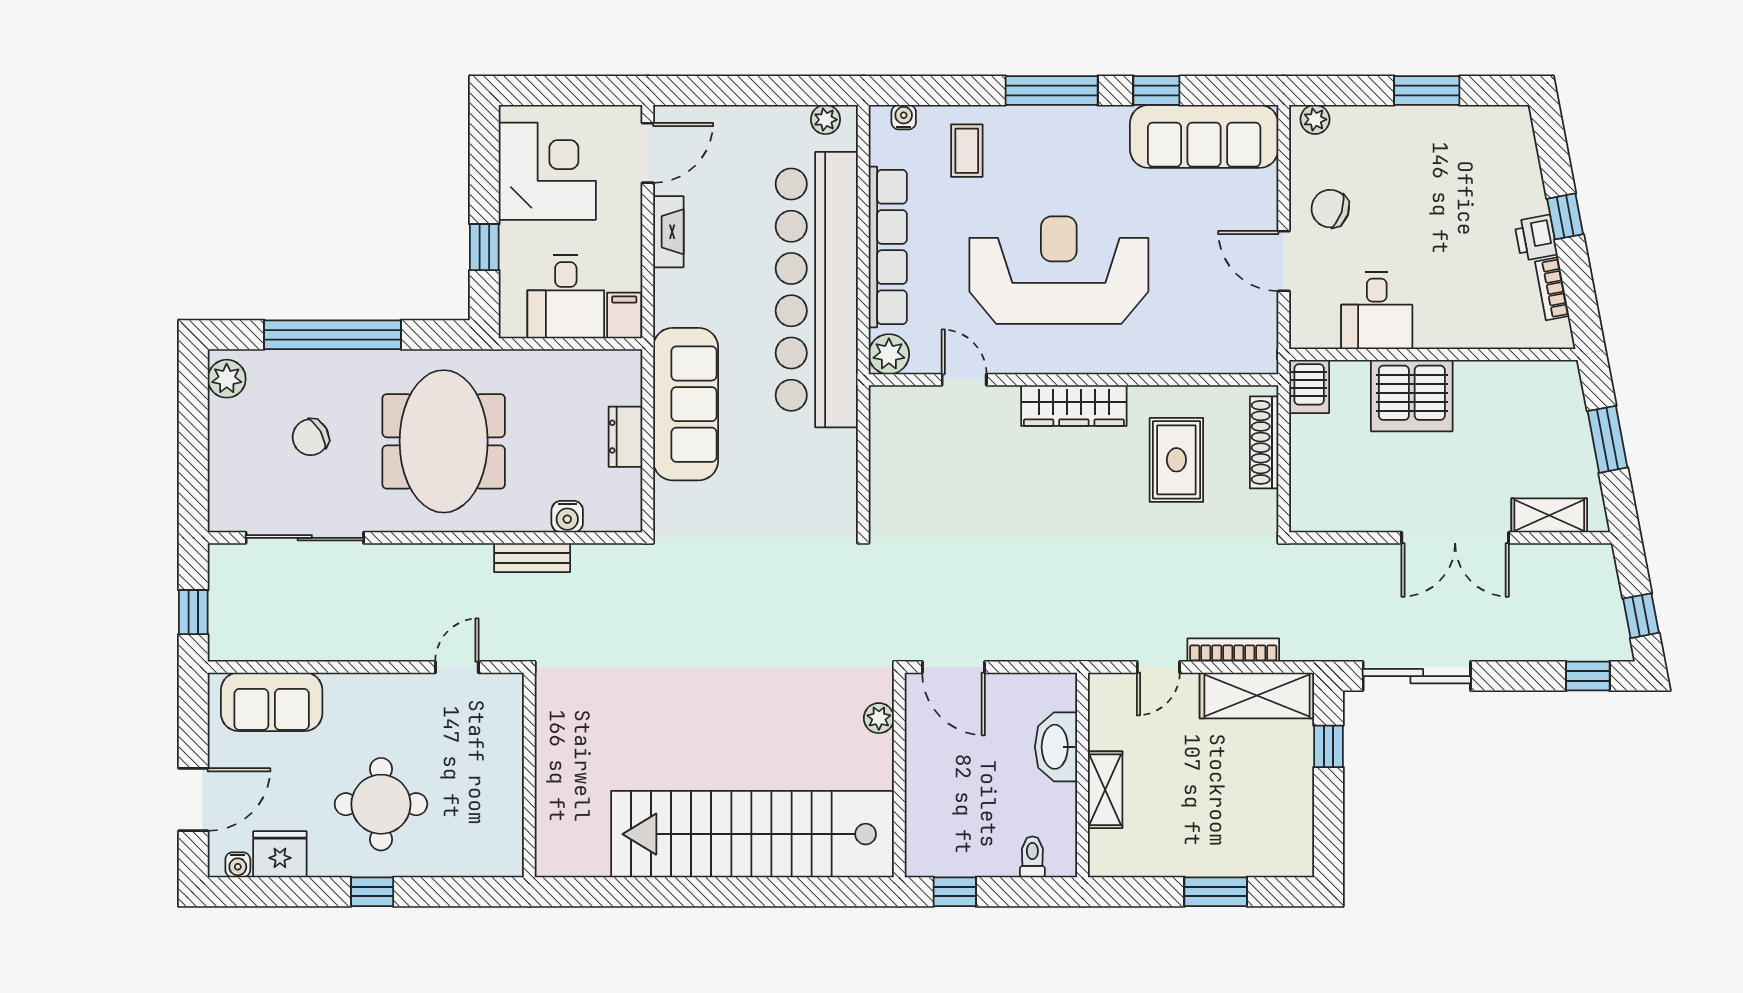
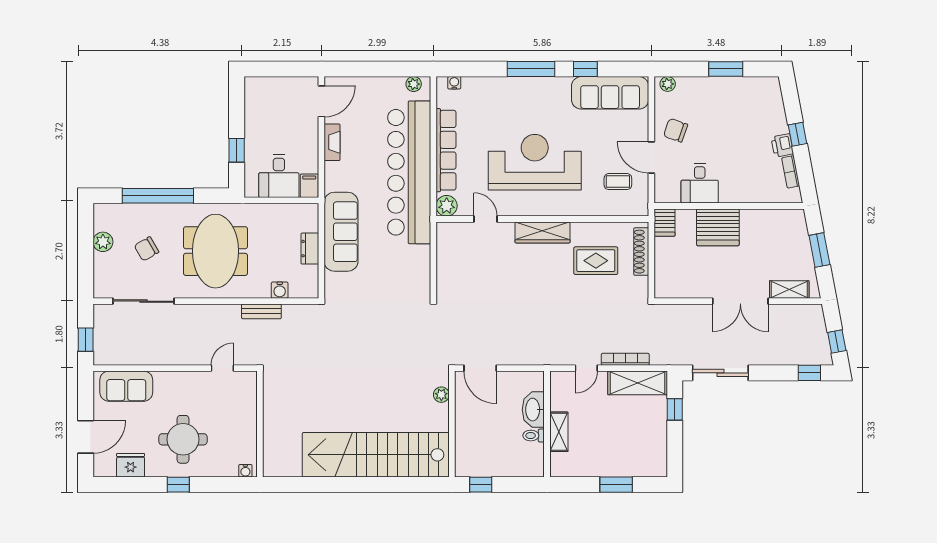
coffee table: (967, 151) -> (618, 182), moved, turned 90
corner desk: (547, 171) -> (269, 111), removed
plant: (227, 379) -> (103, 242), moved
rug: (1176, 460) -> (596, 261), turned 90
toilet: (1032, 857) -> (534, 436), moved, turned -90
water cooler: (238, 865) -> (245, 471), moved

